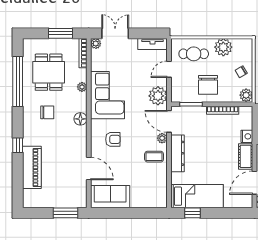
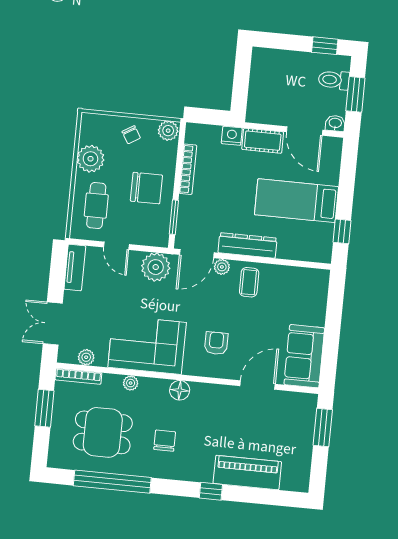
plant: (96, 44) -> (86, 357), moved
bed: (197, 196) -> (297, 201), moved, turned -90

